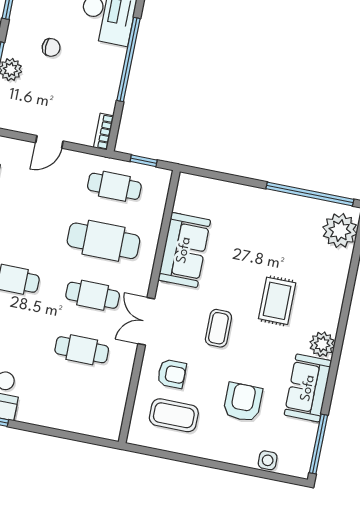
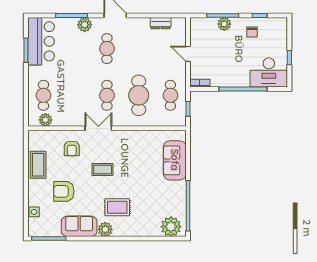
chair: (51, 47) -> (252, 32), moved
sofa: (184, 250) -> (175, 160), moved, turned 90
rug: (277, 301) -> (117, 207), moved
cafe table: (82, 350) -> (43, 95), moved
armchair: (243, 402) -> (64, 191), turned 180
plant: (114, 409) -> (45, 120), added
coffee table: (174, 415) -> (38, 165), moved

